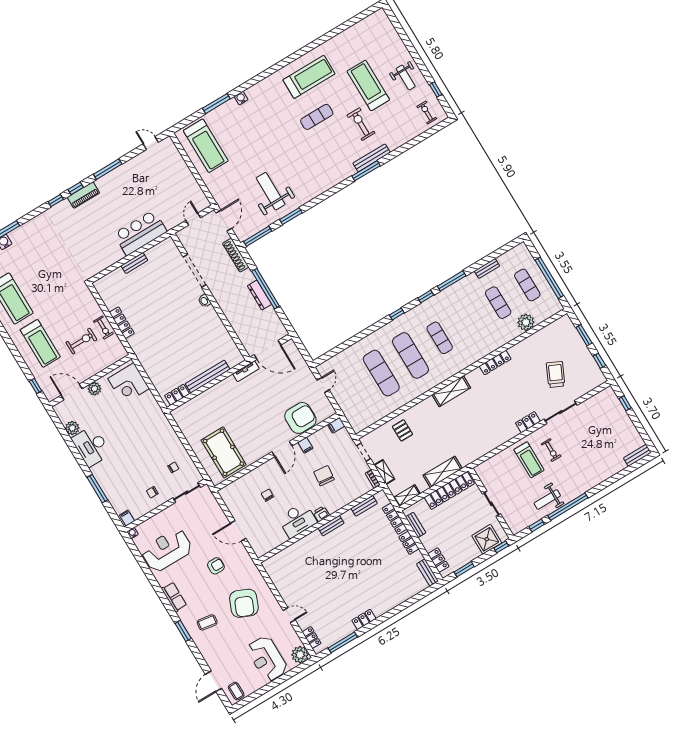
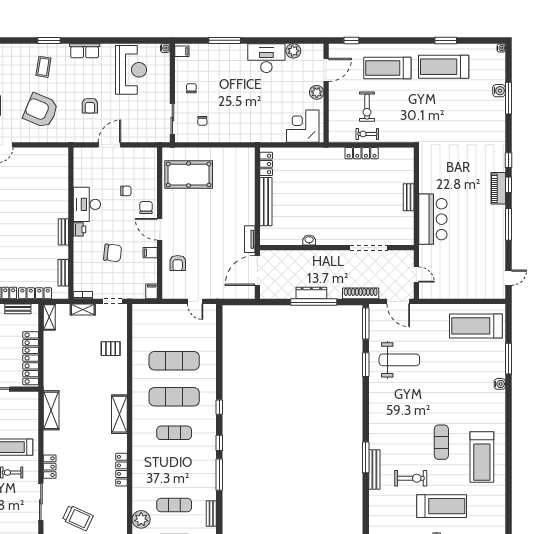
washbasin: (204, 301) -> (309, 240), moved
armchair: (300, 418) -> (178, 263), width x0.53, depth x0.53
chair: (271, 471) -> (146, 207), added
shelving: (443, 472) -> (51, 410), moved

